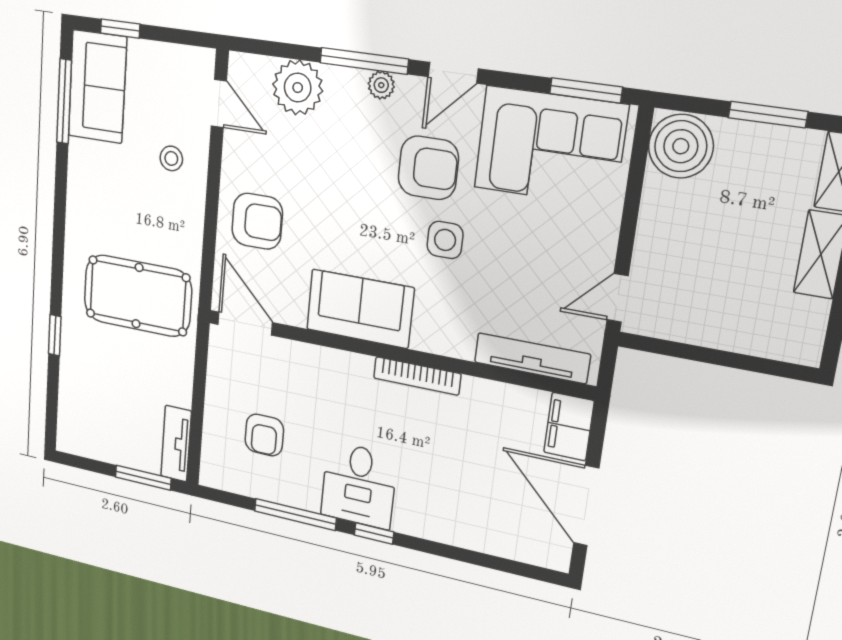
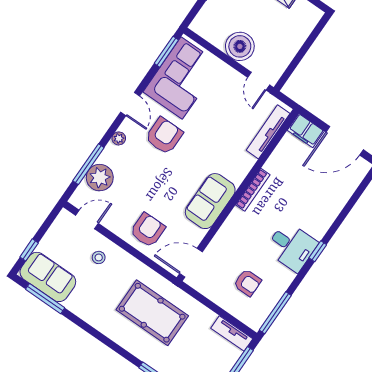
window: (364, 61) -> (88, 164), moved
boiler: (681, 146) -> (240, 46), moved
side table: (445, 240) -> (199, 145), removed
pool table: (138, 296) -> (152, 313), turned 90
window: (295, 514) -> (275, 313), moved

